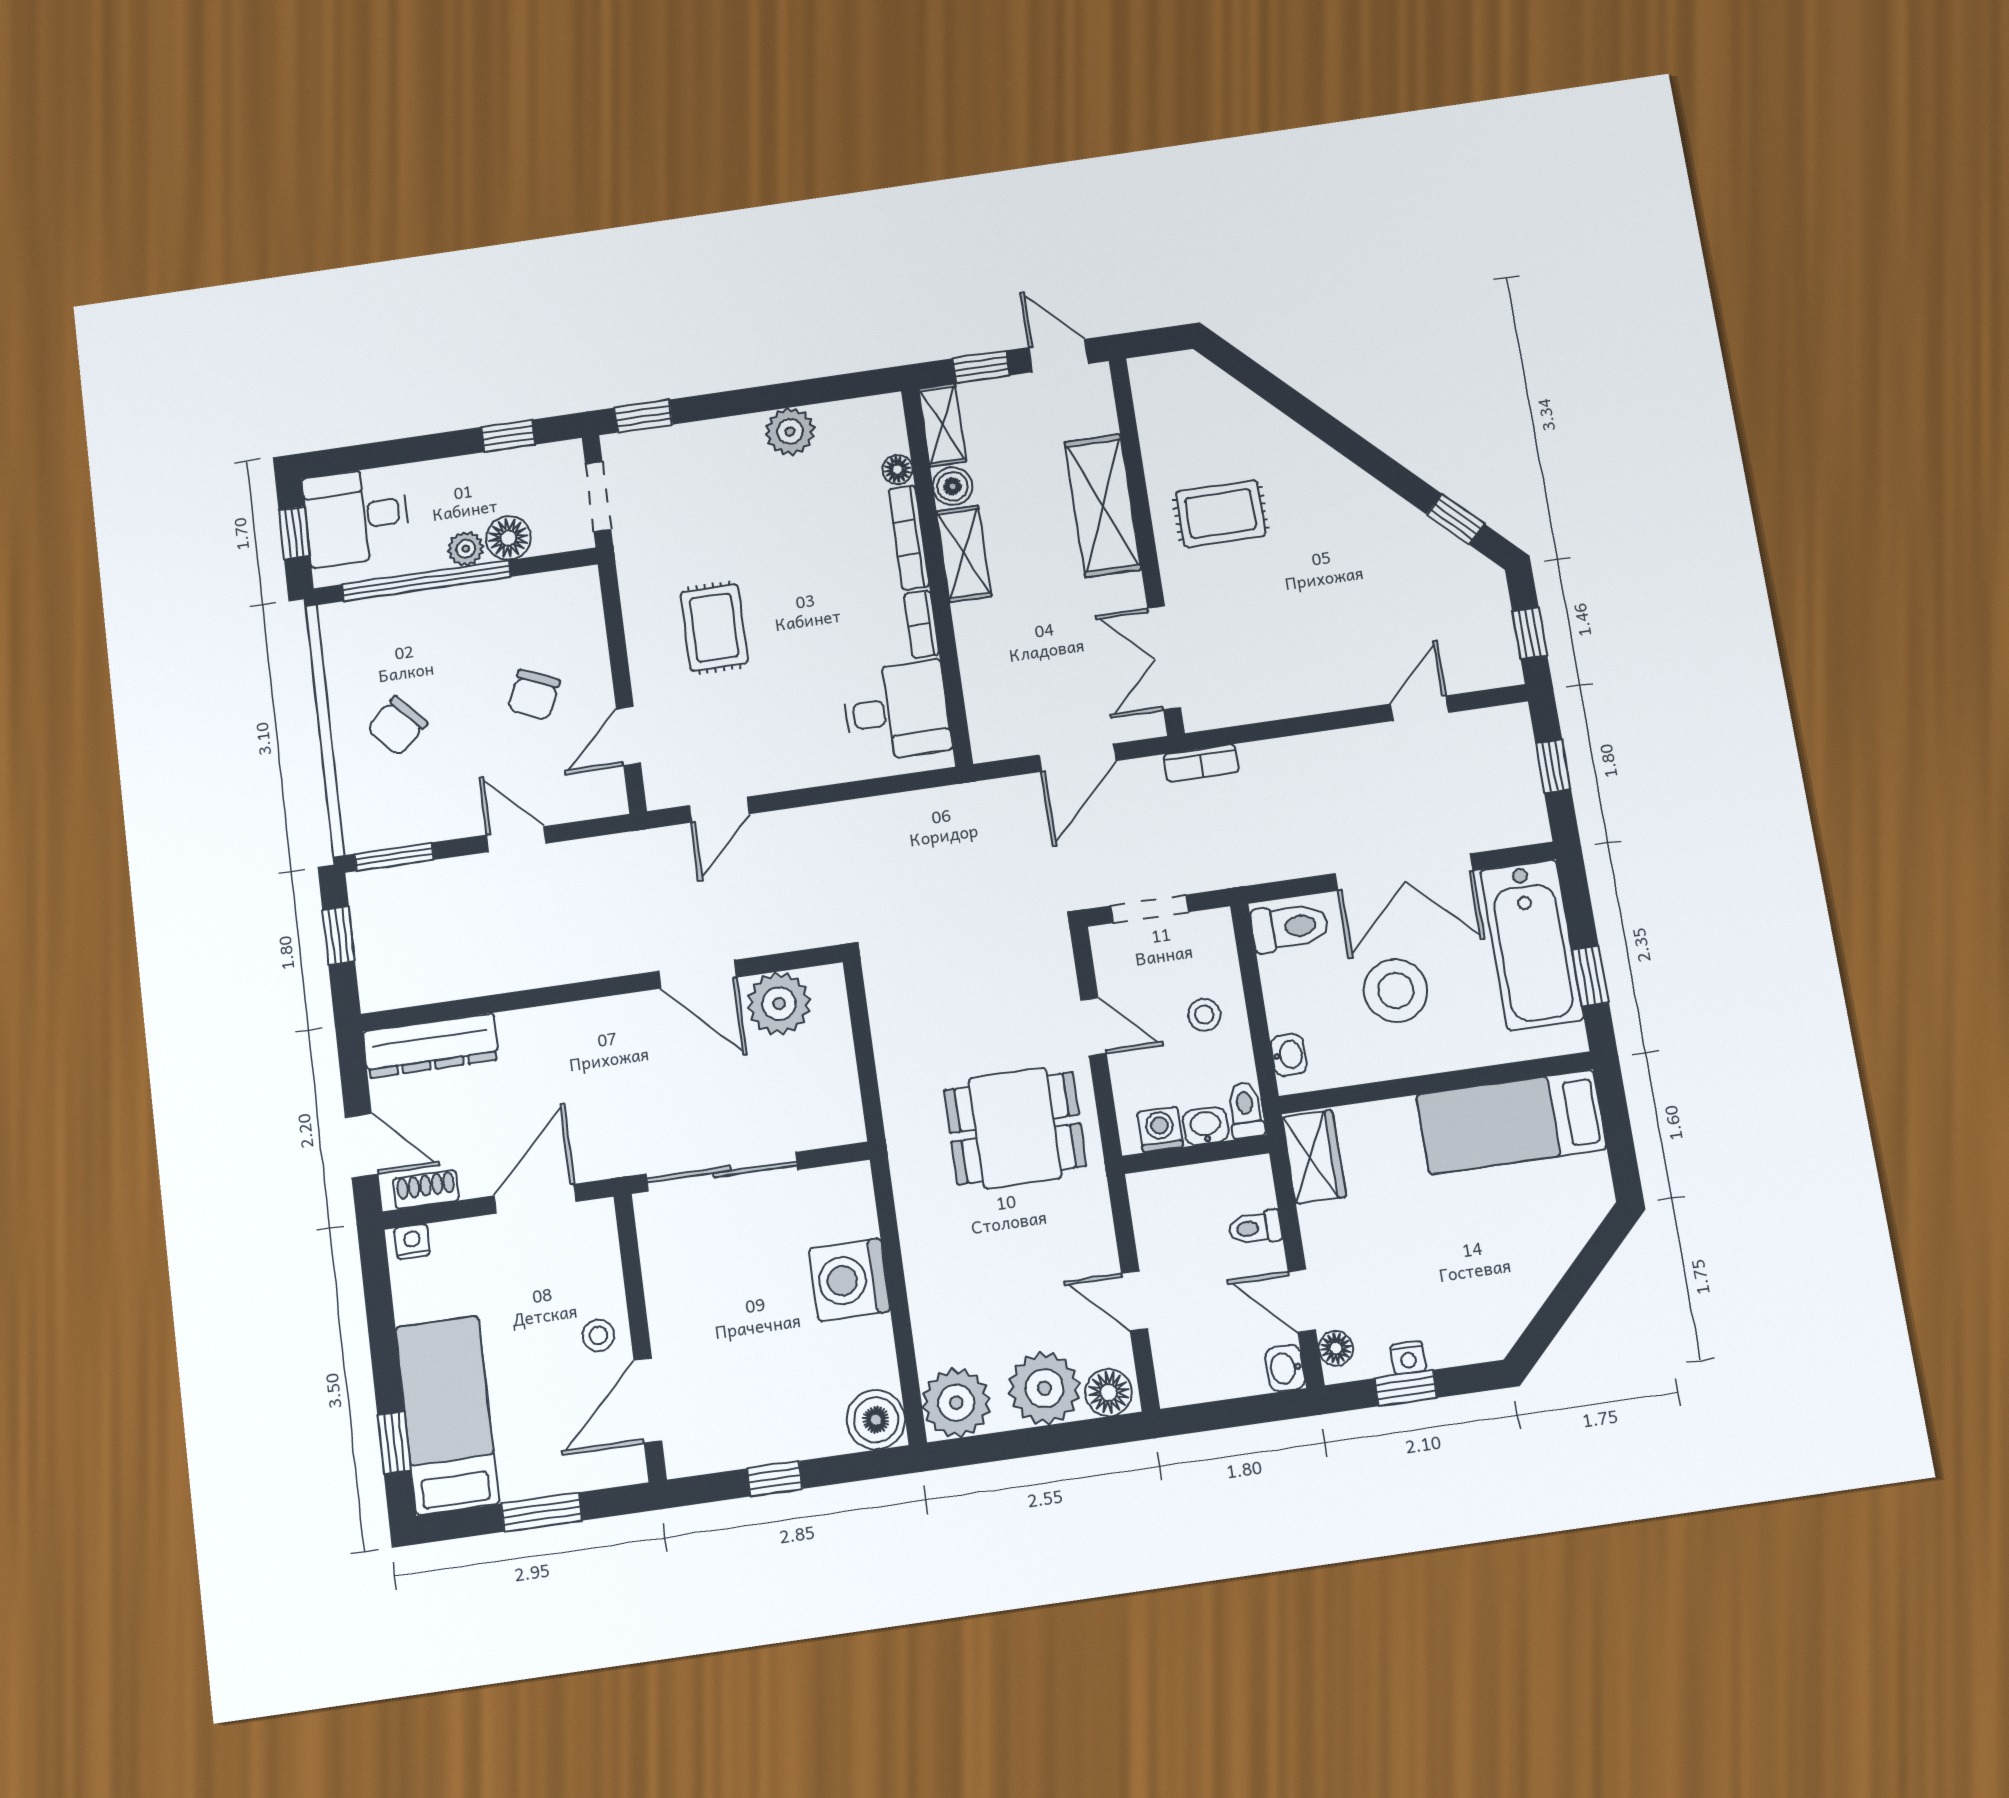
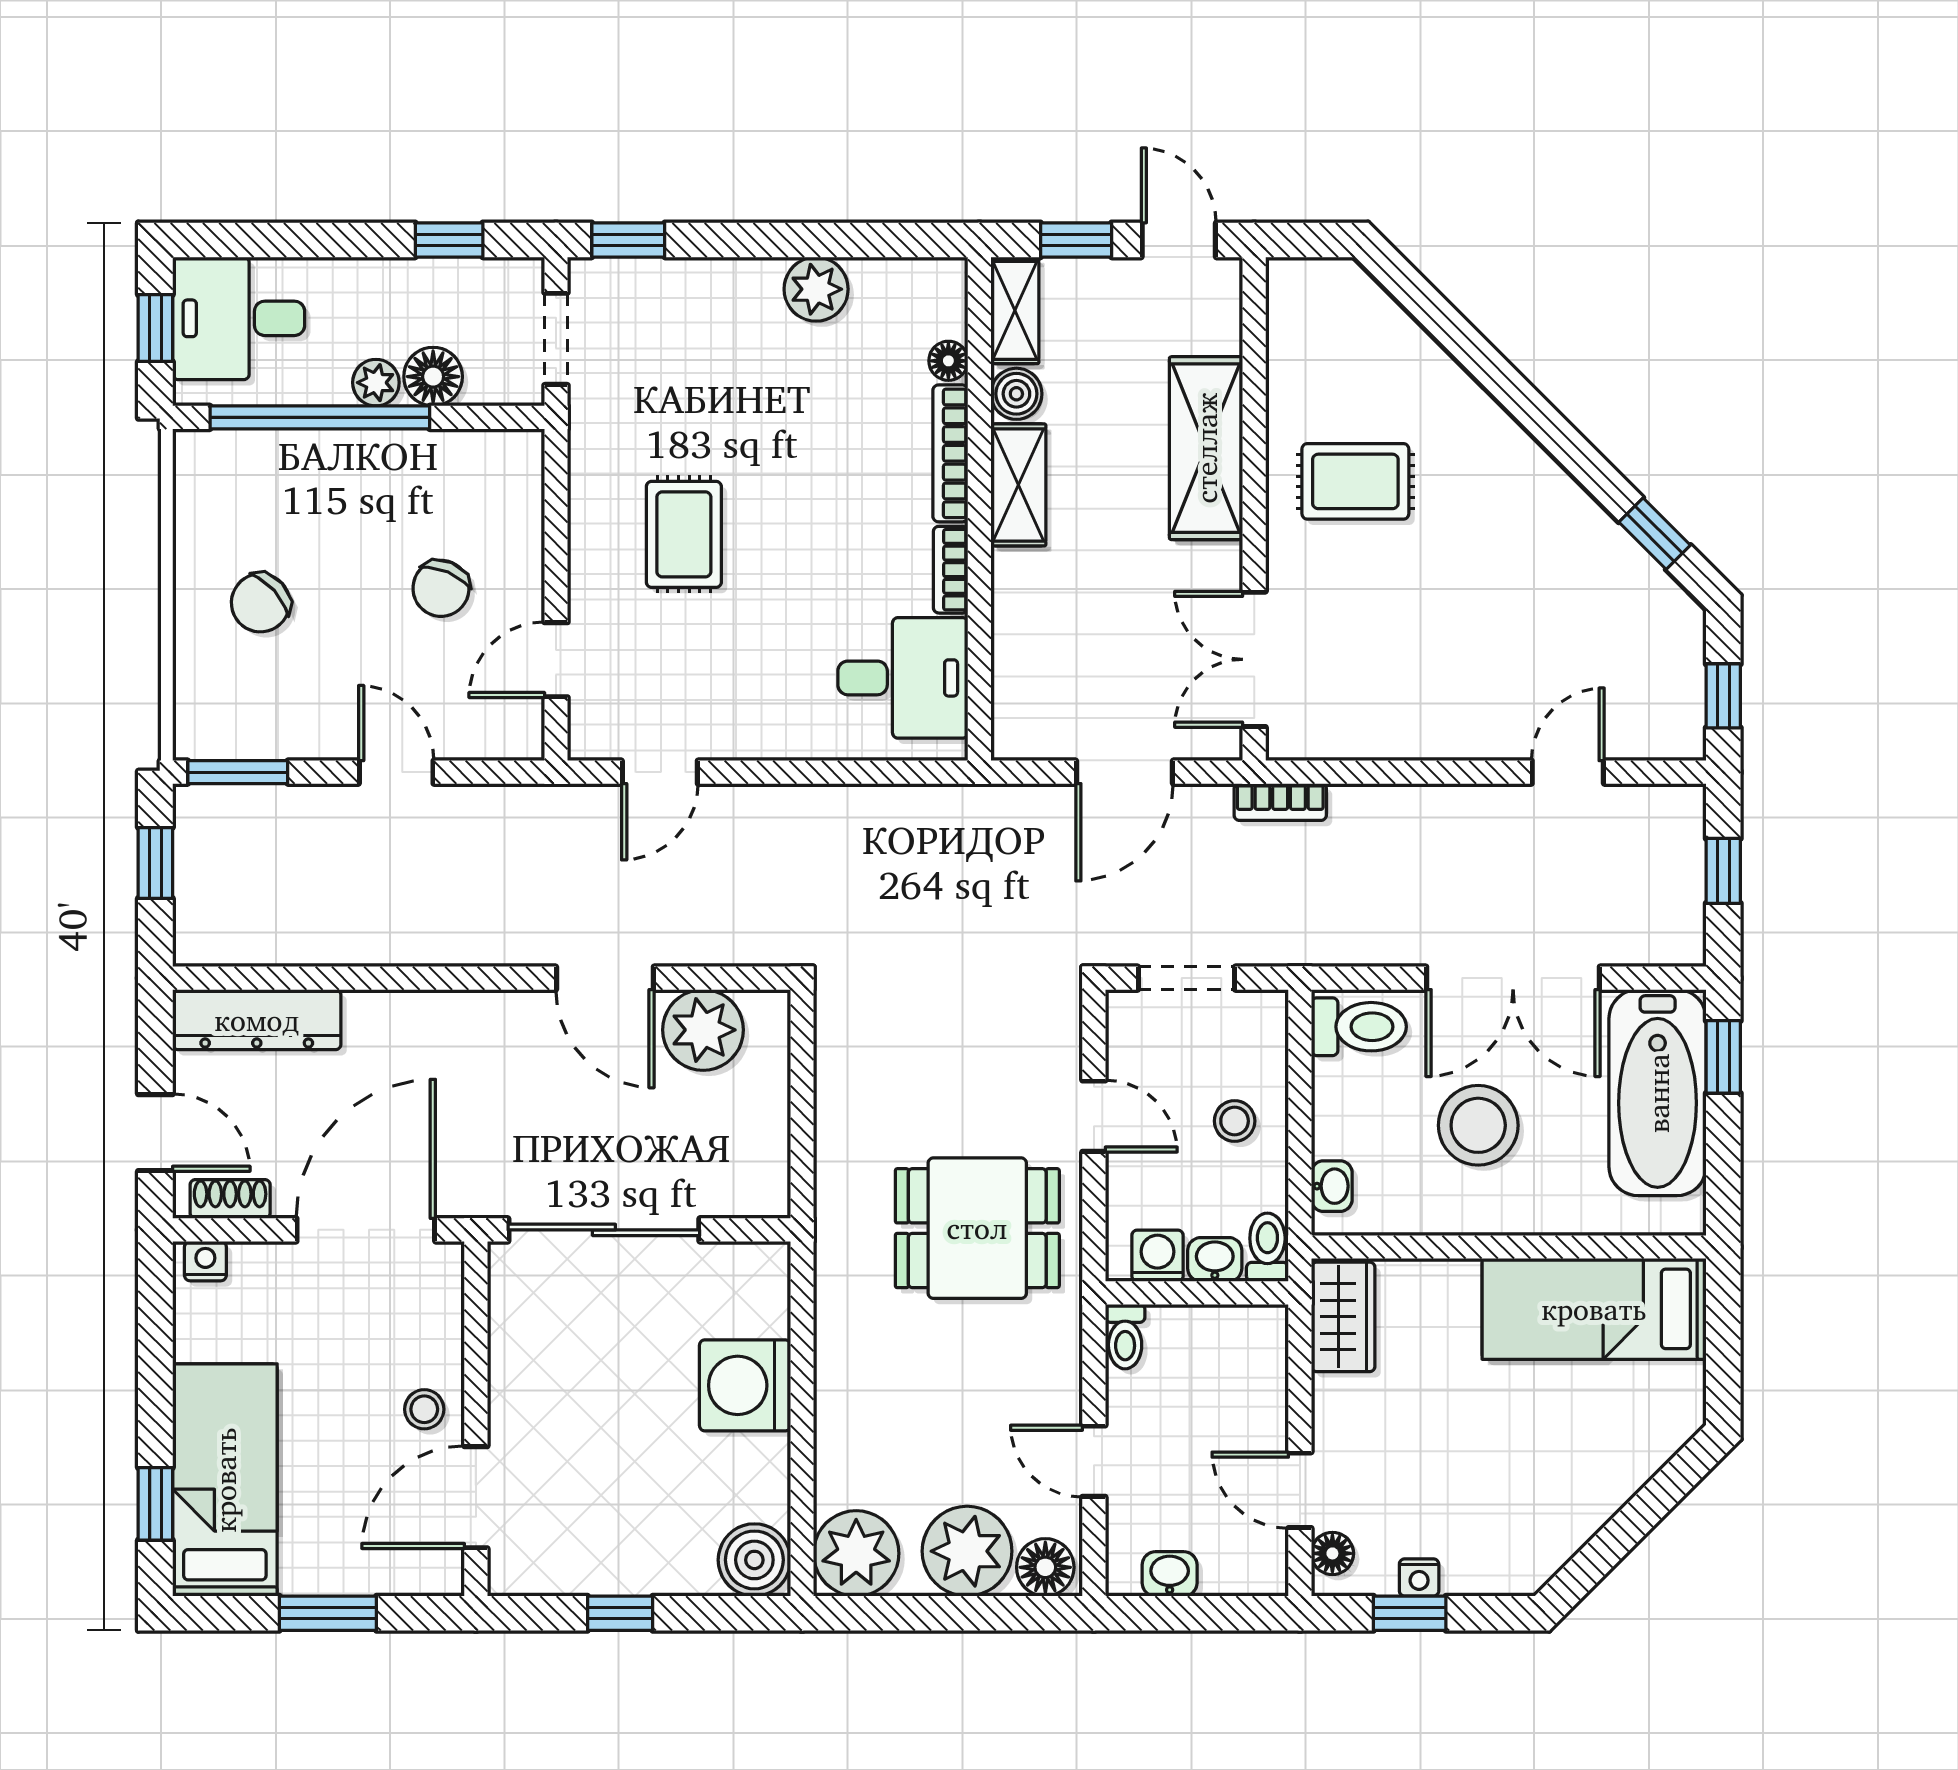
window: (1590, 976) -> (1723, 1057), moved
door: (535, 1199) -> (366, 1230), width x1.36
toilet: (1255, 1228) -> (1125, 1337), moved, turned -90
washbasin: (1285, 1368) -> (1170, 1574), moved, turned 90

